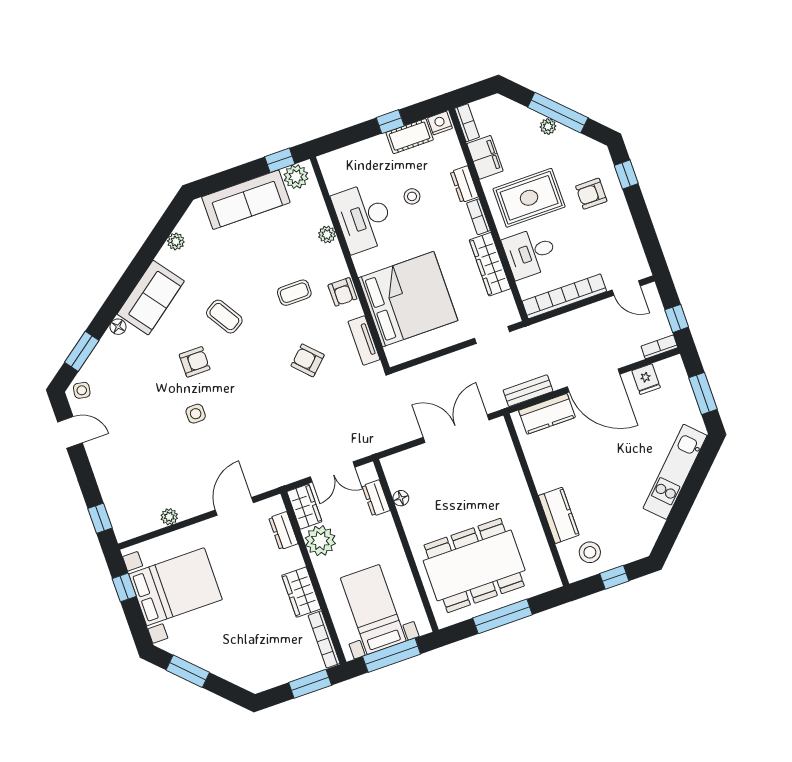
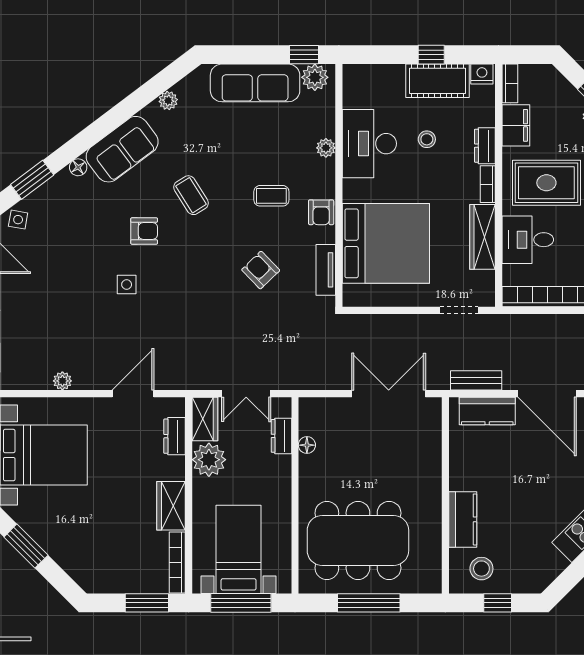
cot: (410, 136) -> (438, 81), width x1.37, depth x1.34

